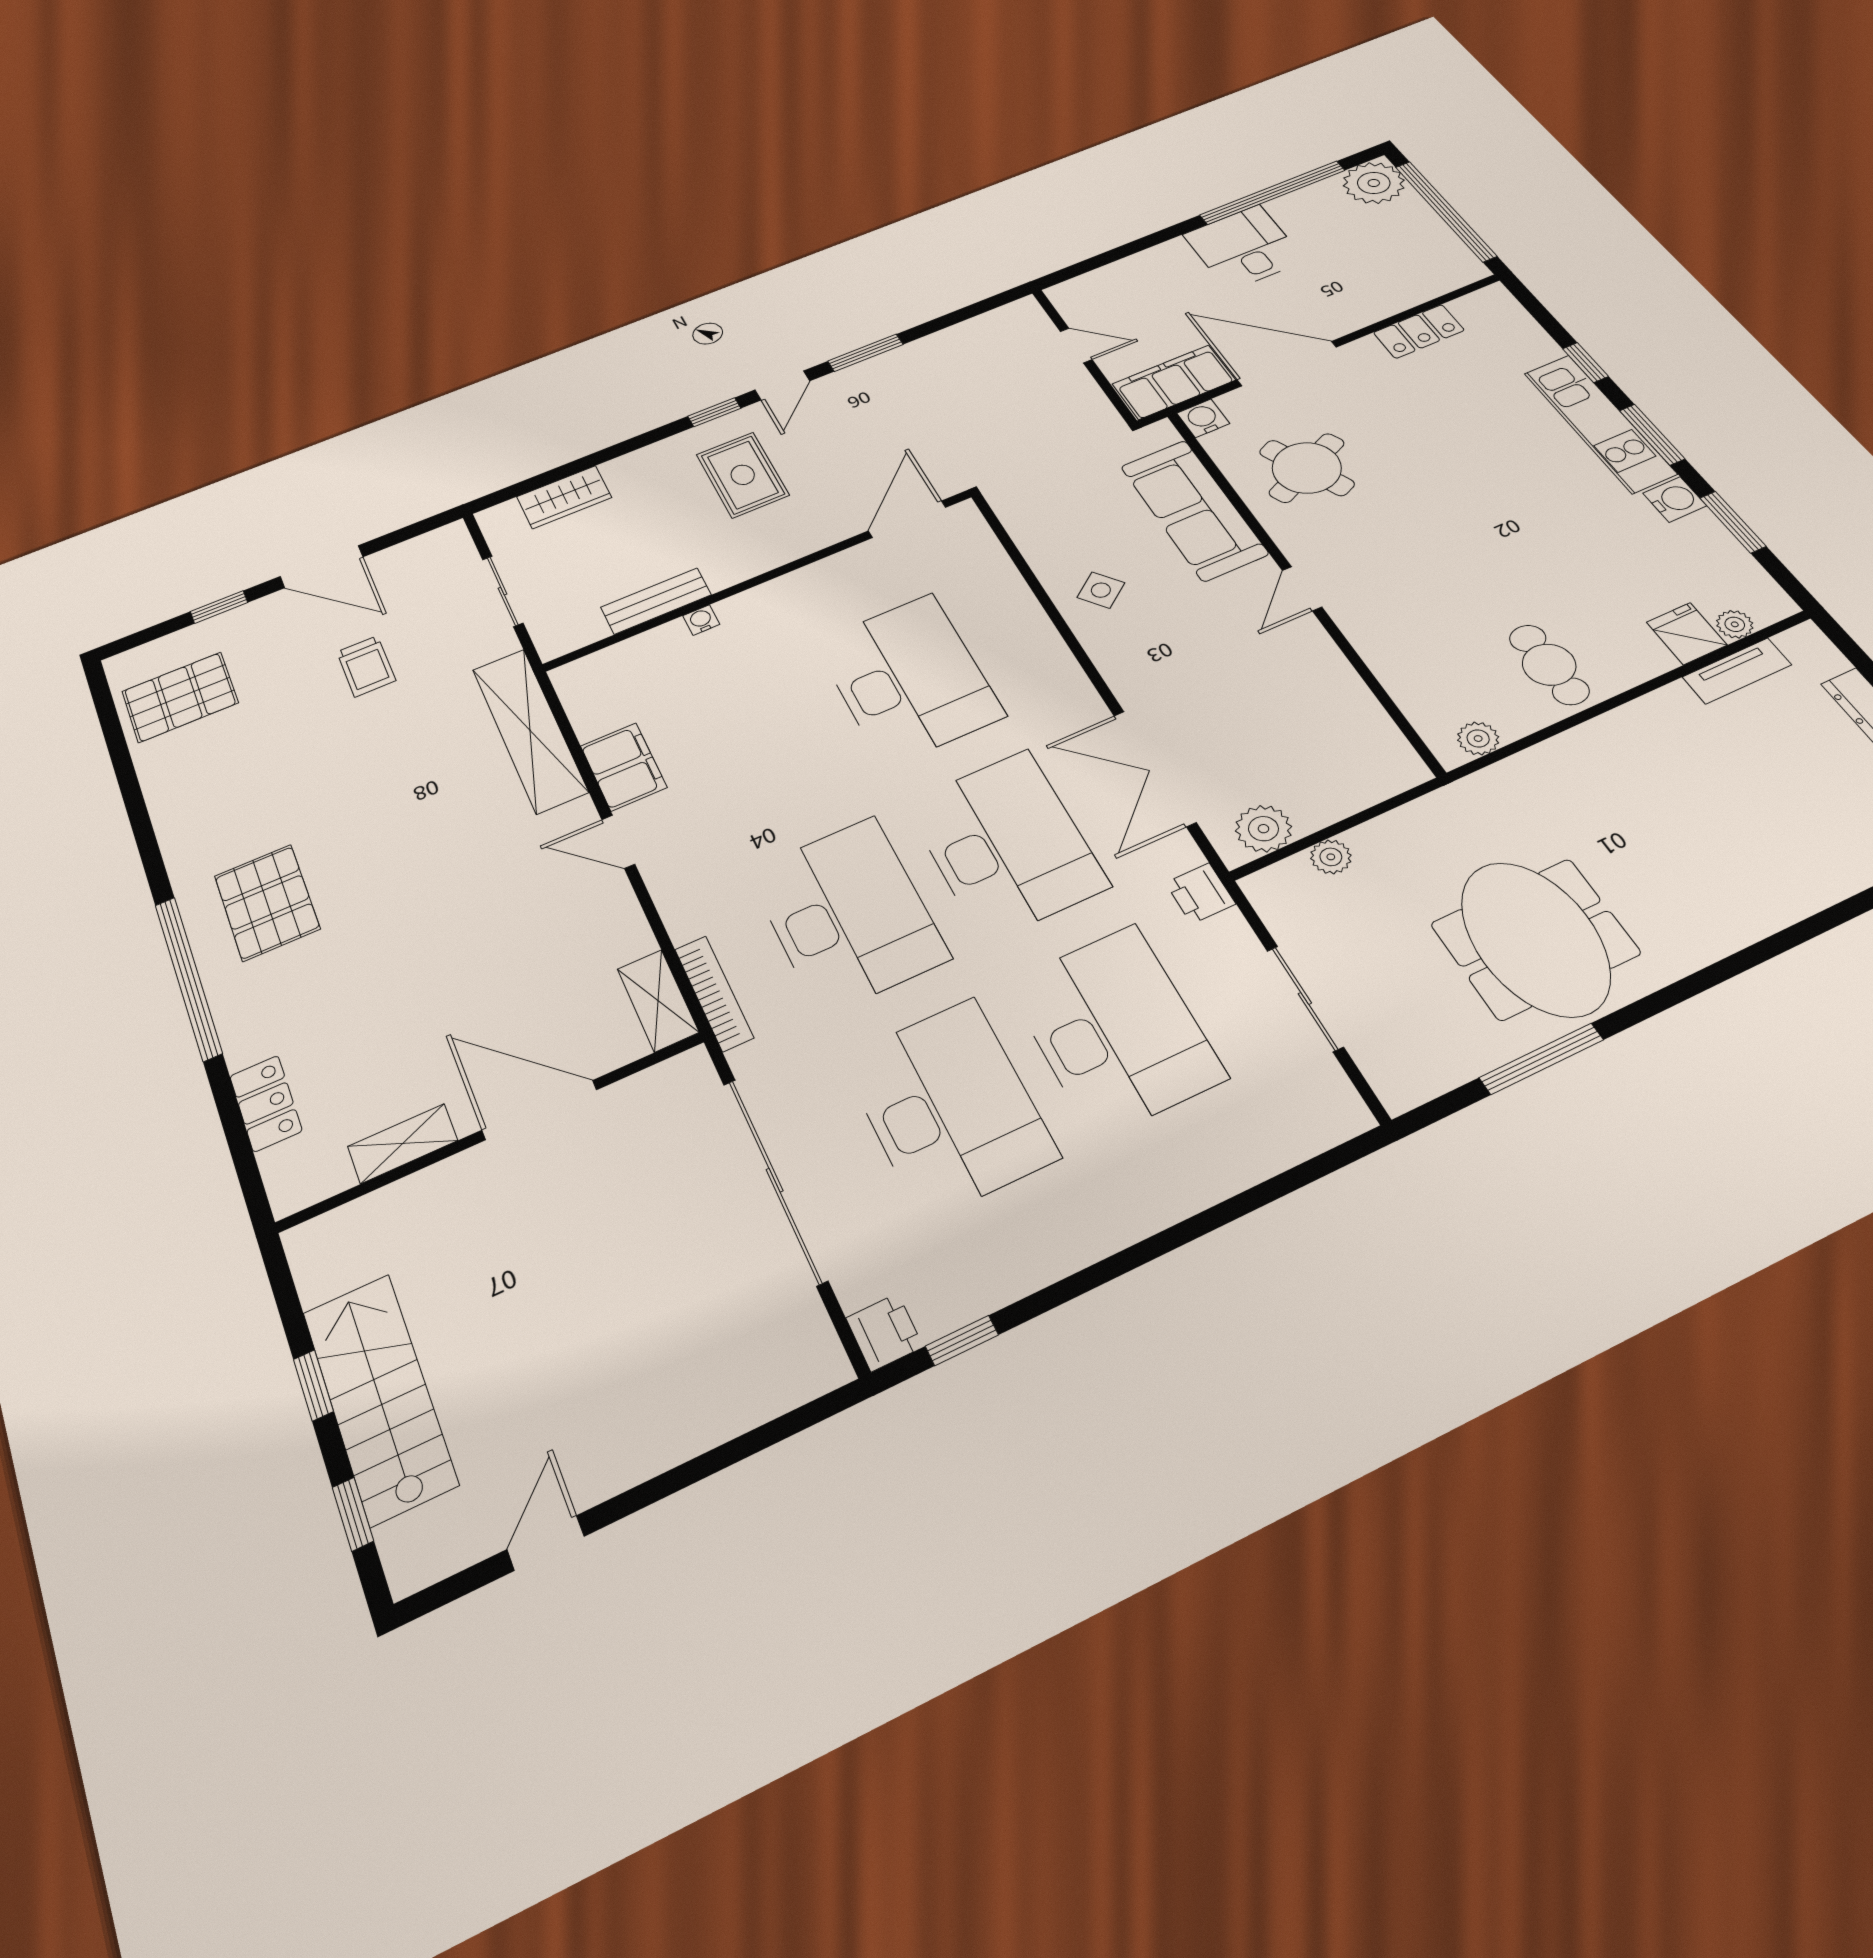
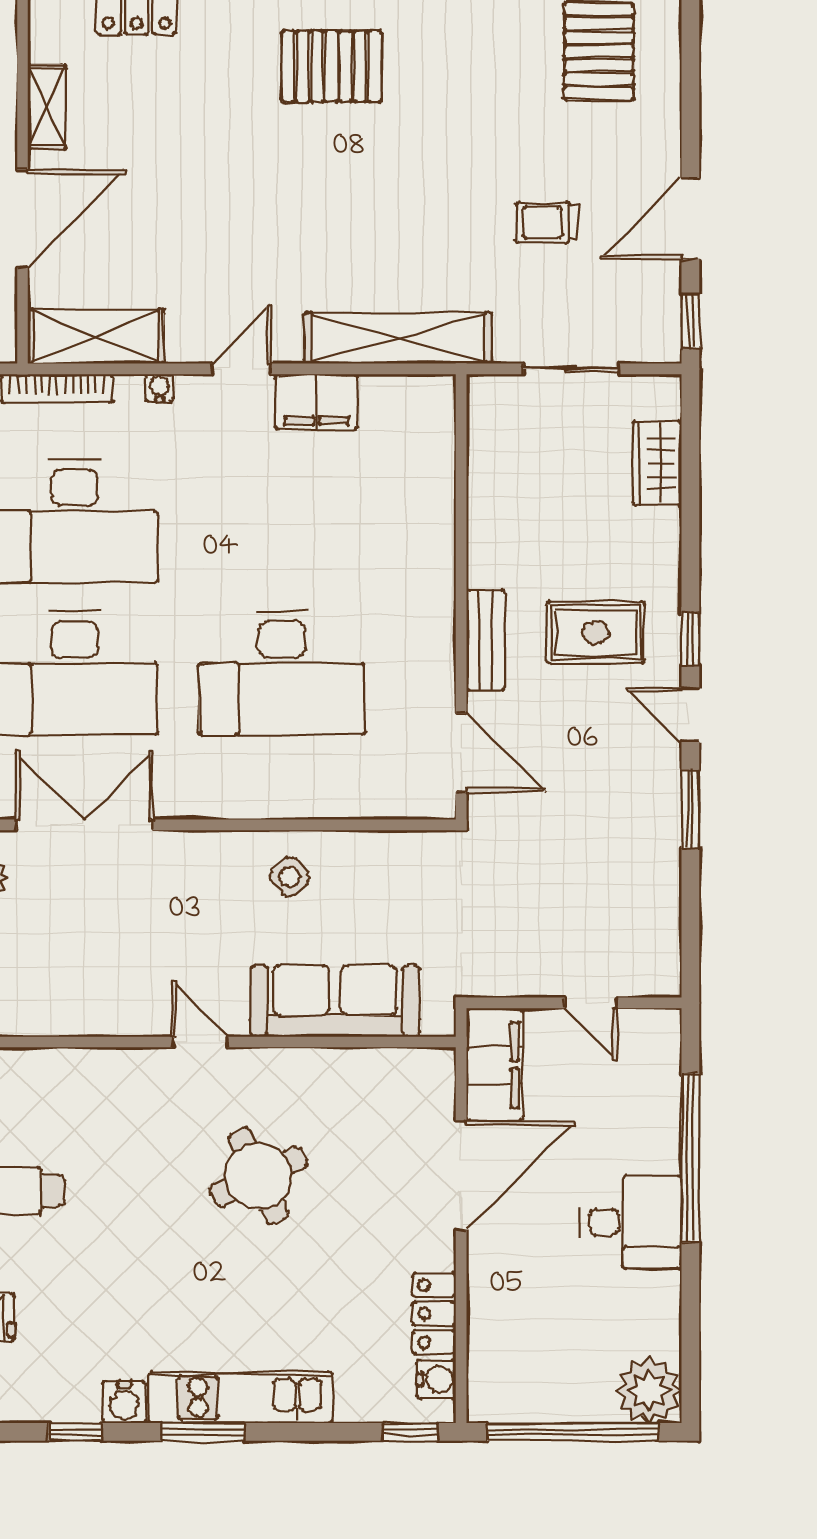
window: (1272, 193) -> (690, 1158), moved
door: (1076, 345) -> (590, 1003), hinge flipped
window: (1585, 363) -> (411, 1432), moved
water cooler: (1203, 418) -> (436, 1379), moved
round table: (1307, 468) -> (259, 1176), moved
window: (1733, 522) -> (75, 1432), width x0.67
bench: (656, 601) -> (485, 640), moved
window: (219, 607) -> (690, 321), moved
water cooler: (701, 620) -> (160, 388), moved, turned -90
shelving: (658, 1000) -> (96, 337), width x1.50, depth x1.33

